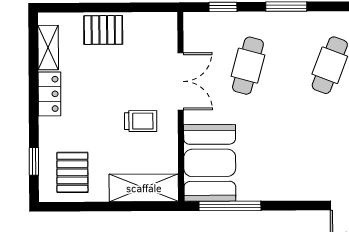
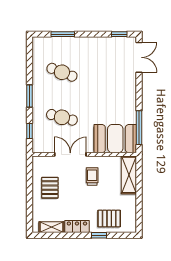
pallet: (103, 30) -> (50, 188), moved
window: (34, 161) -> (99, 235), moved
pallet: (72, 172) -> (109, 219), moved

